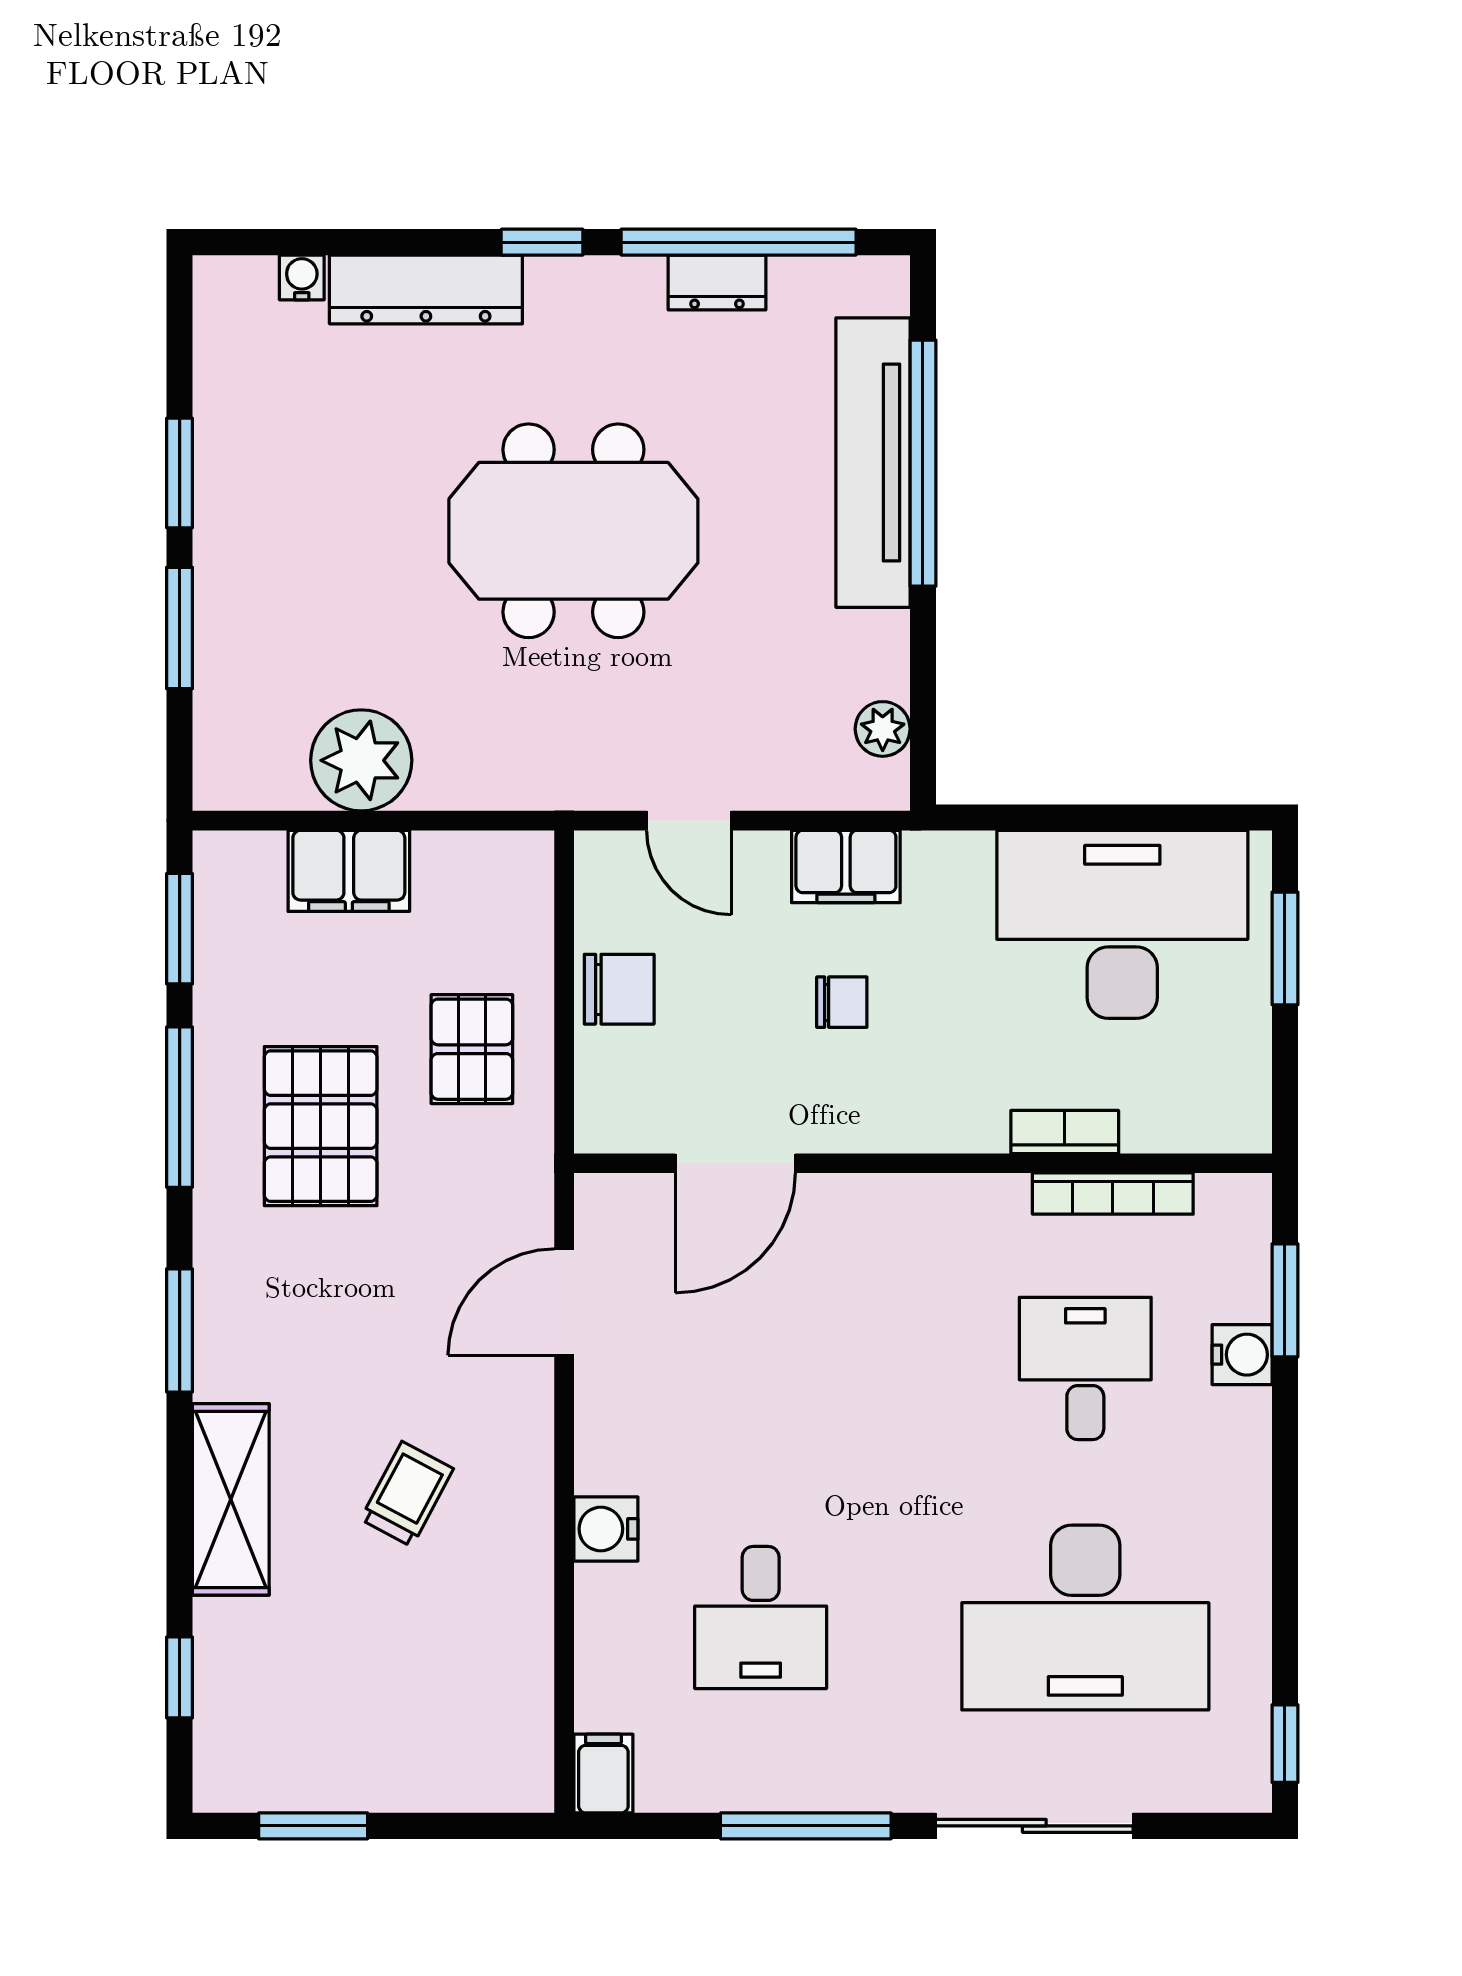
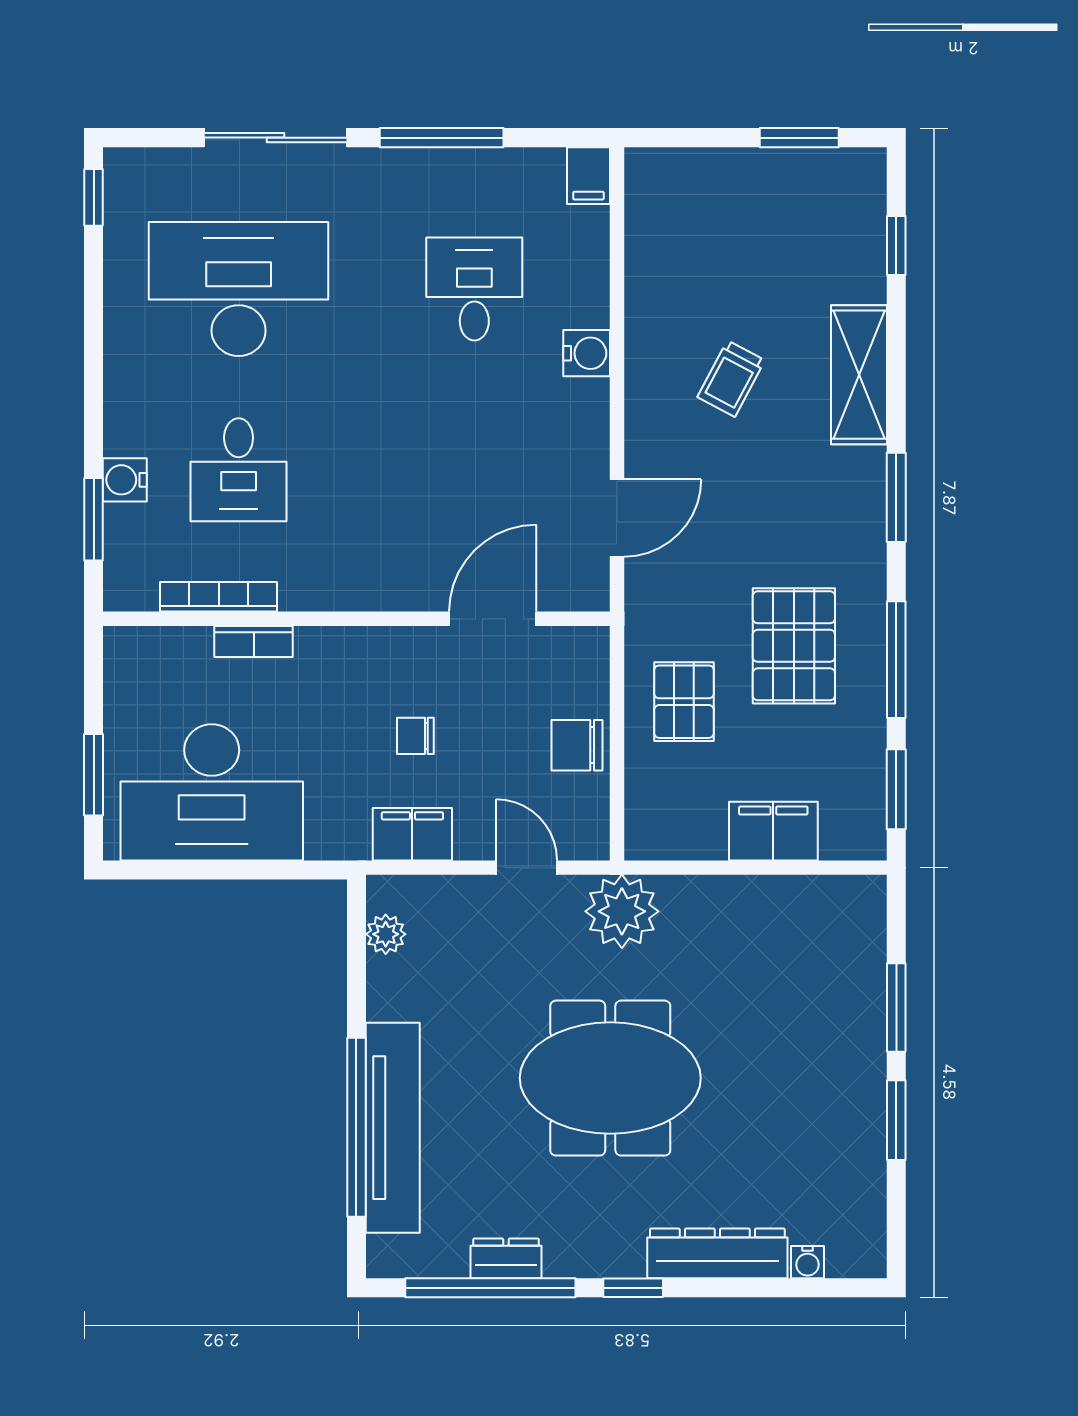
plant: (361, 760) -> (622, 911), moved

